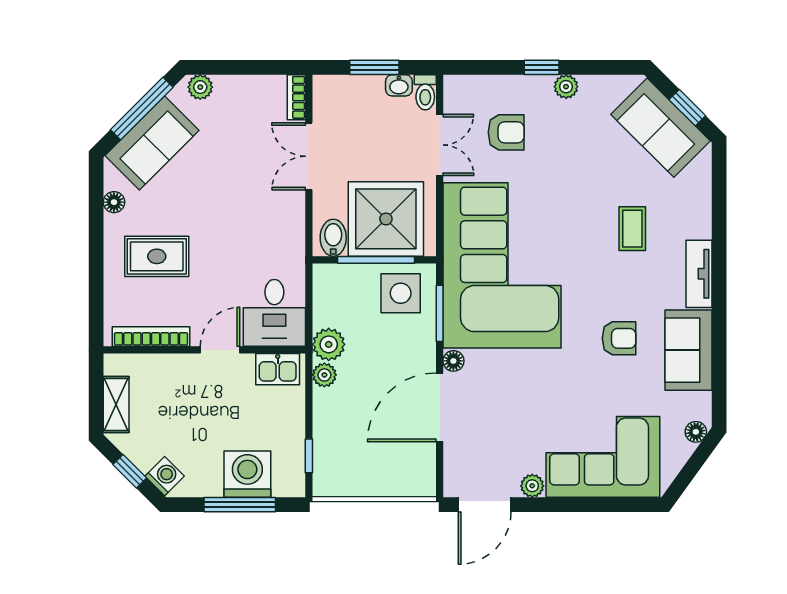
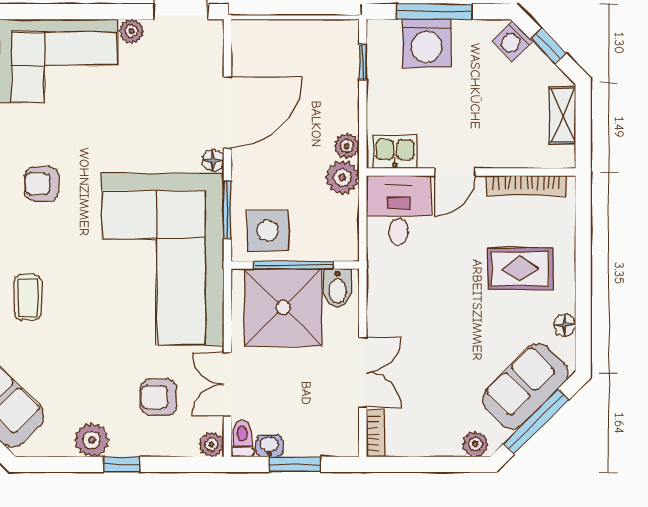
plant: (455, 87) -> (211, 445), added
plant: (566, 87) -> (92, 440), width x1.38, depth x1.38

